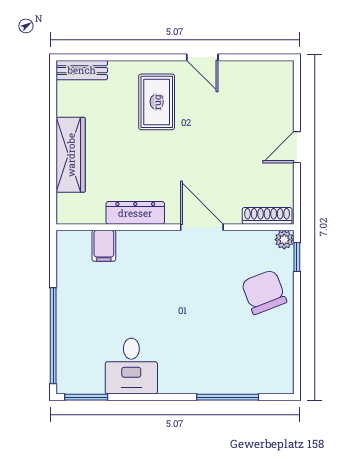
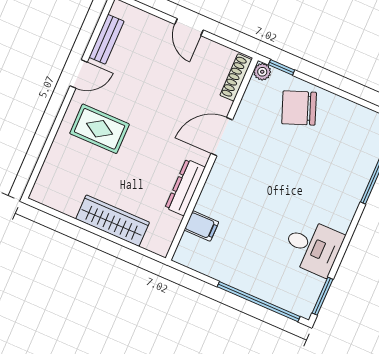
bench: (82, 70) -> (107, 39), moved

